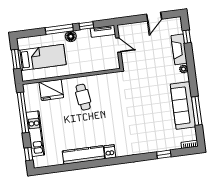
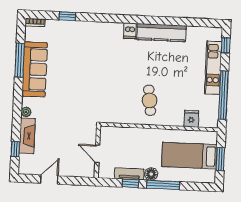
tv unit: (103, 31) -> (129, 174), moved
fridge: (51, 90) -> (191, 119), width x0.53, depth x0.75

